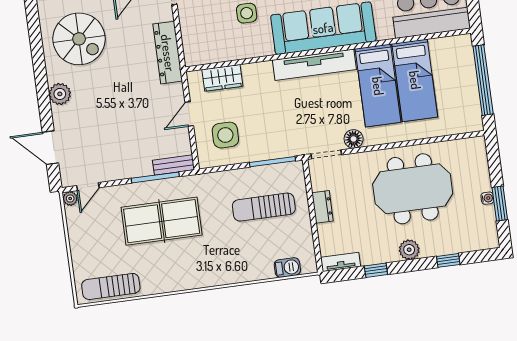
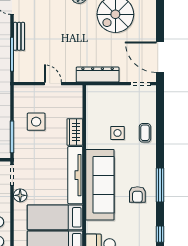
wardrobe: (222, 78) -> (75, 132), moved
side table: (225, 135) -> (36, 122), moved
bench: (173, 165) -> (19, 36), moved

